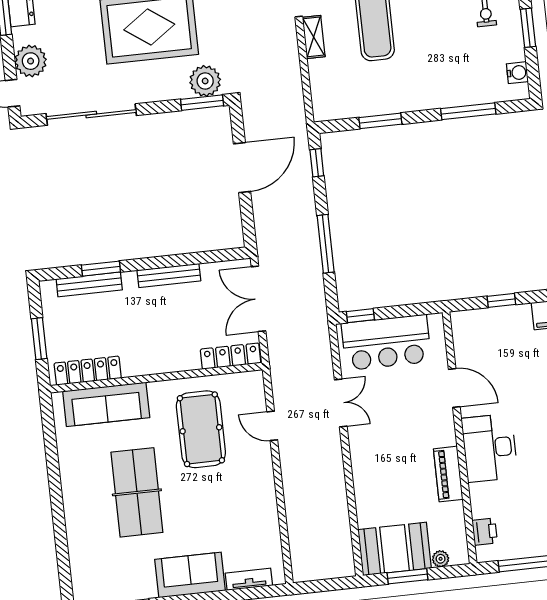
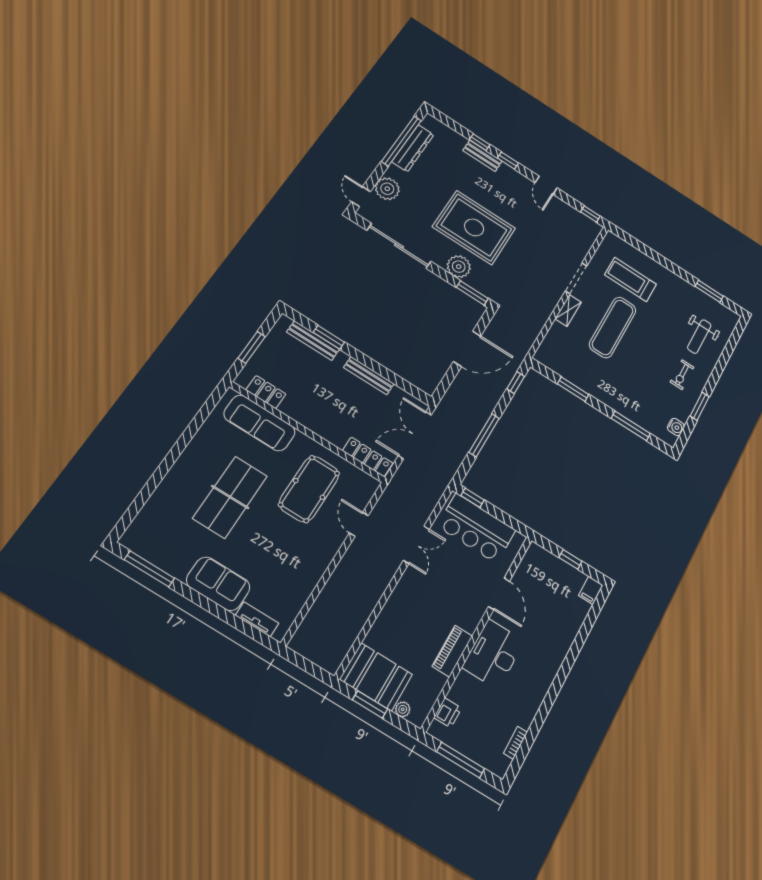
plant: (205, 81) -> (459, 267), moved
locker: (88, 371) -> (266, 392), width x0.66

